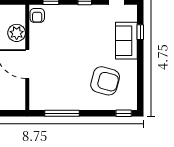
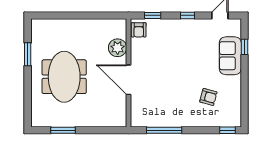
armchair: (105, 81) -> (208, 97), width x0.53, depth x0.53

